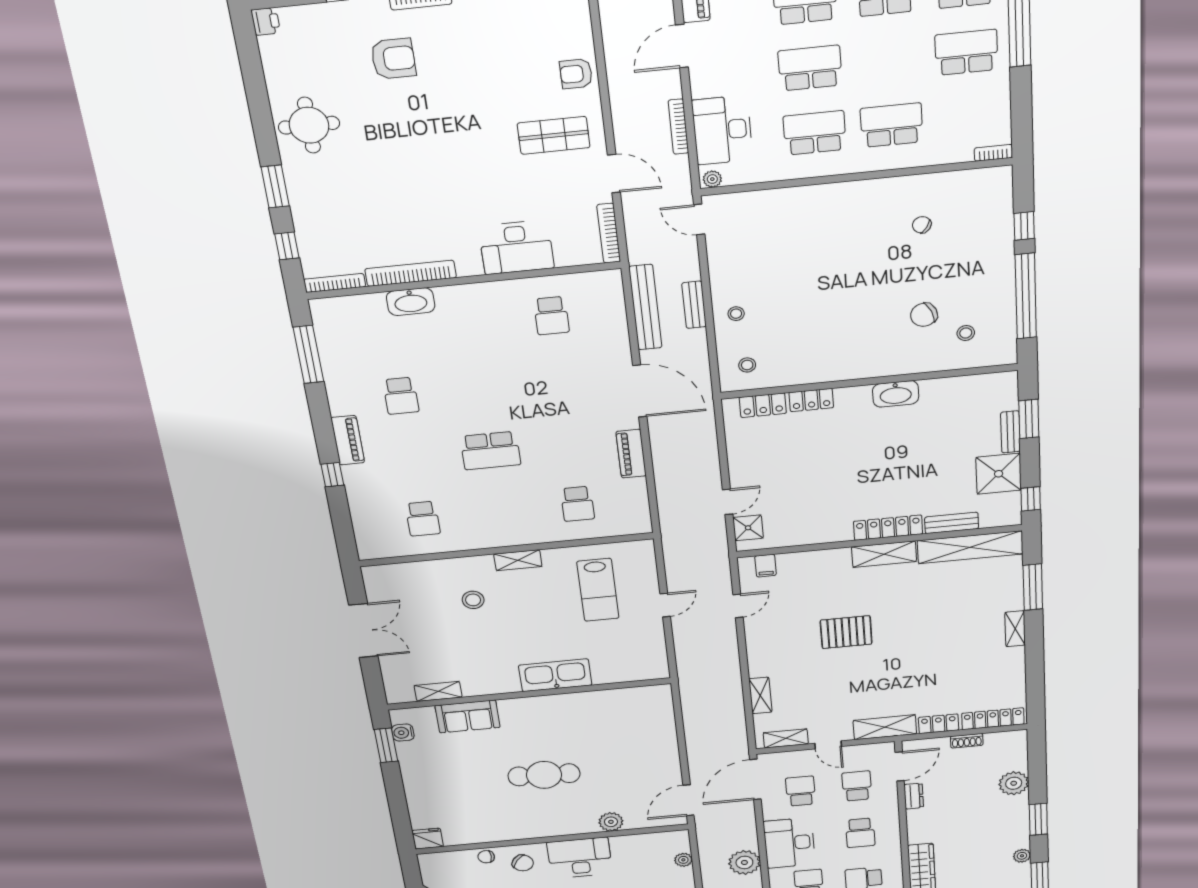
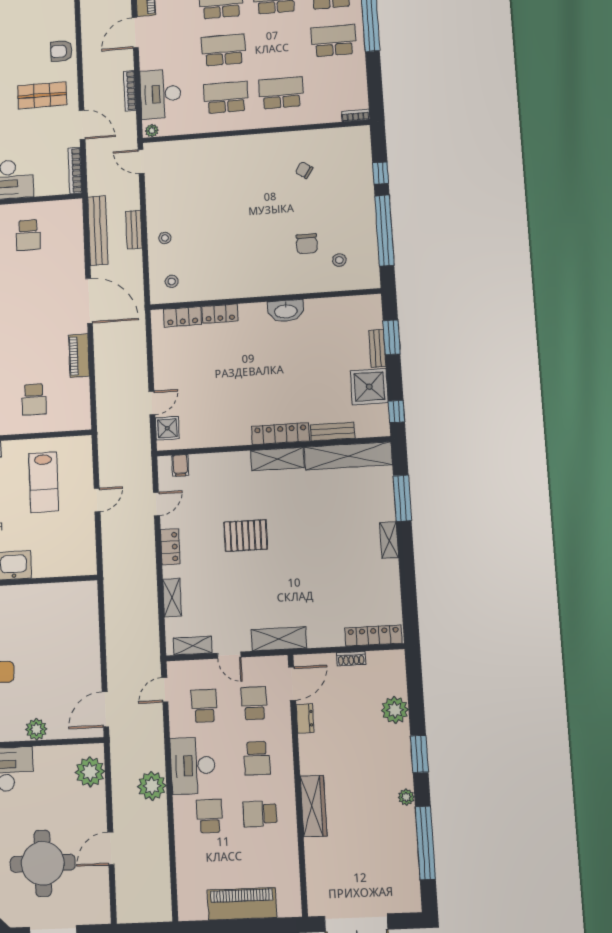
chair: (924, 315) -> (307, 244), turned -67
locker: (939, 724) -> (170, 547), moved, turned 90
door: (755, 779) -> (165, 690), width x0.53
plant: (683, 860) -> (90, 772), width x1.88, depth x1.88

